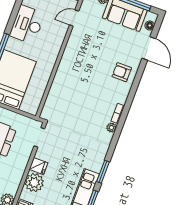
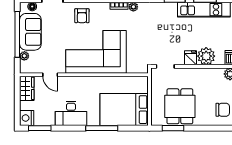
corner sofa: (80, 73) -> (96, 52), added

